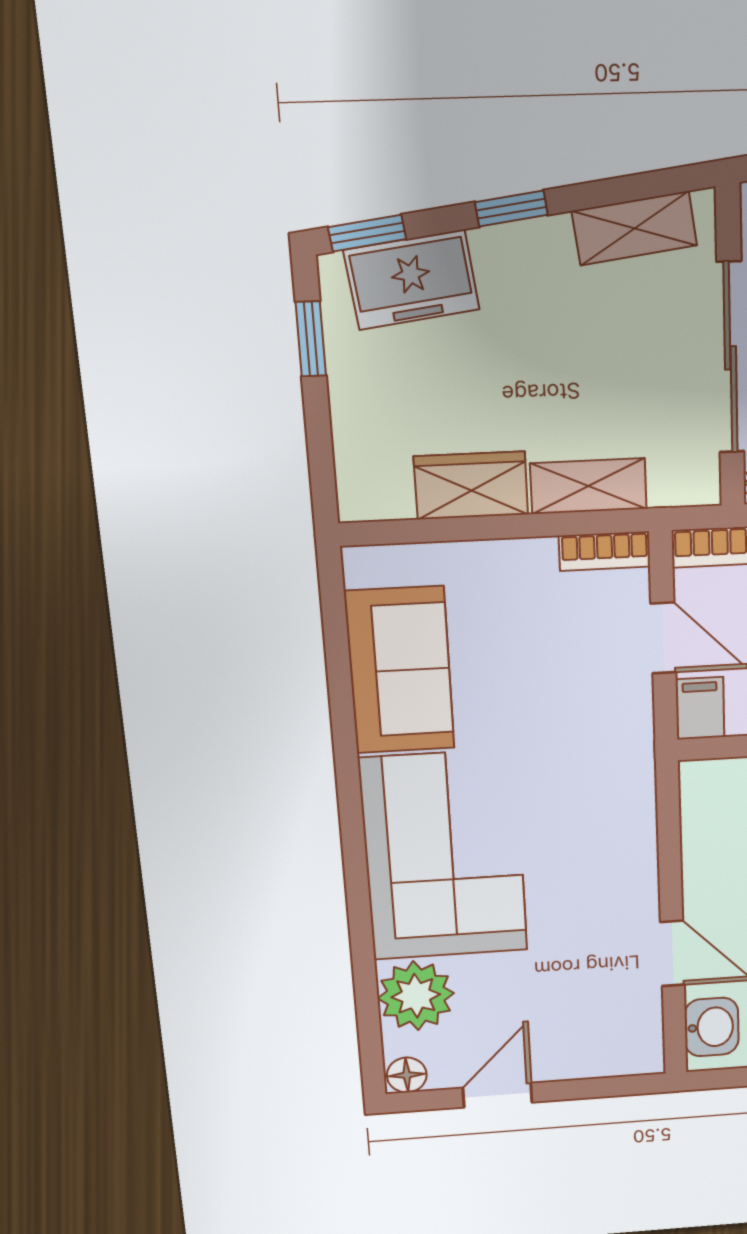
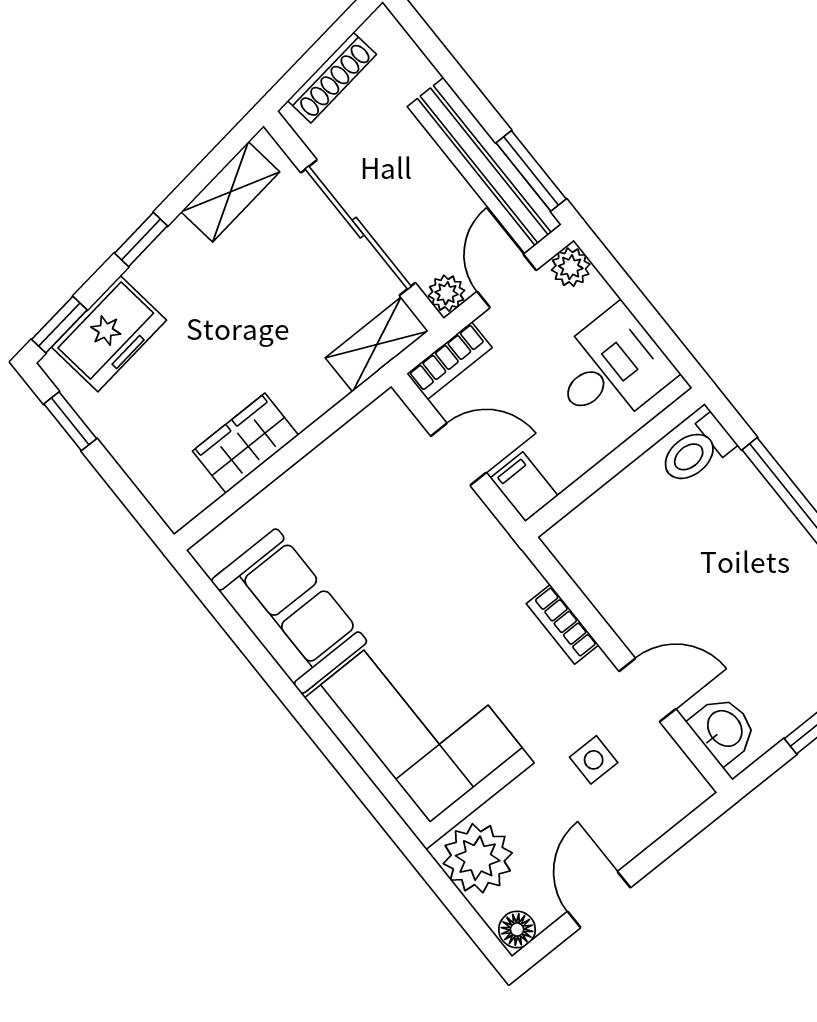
shelving: (588, 486) -> (377, 344), moved
bookcase: (605, 551) -> (562, 624), moved, turned 90
side table: (581, 980) -> (594, 760), added

